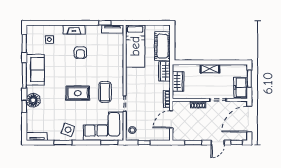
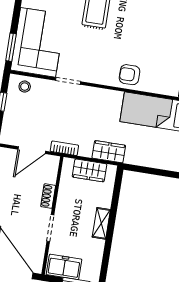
cot: (163, 46) -> (149, 155), removed
armchair: (80, 53) -> (129, 75), moved
coffee table: (105, 92) -> (91, 53), removed
door: (171, 119) -> (32, 150), swing flipped

